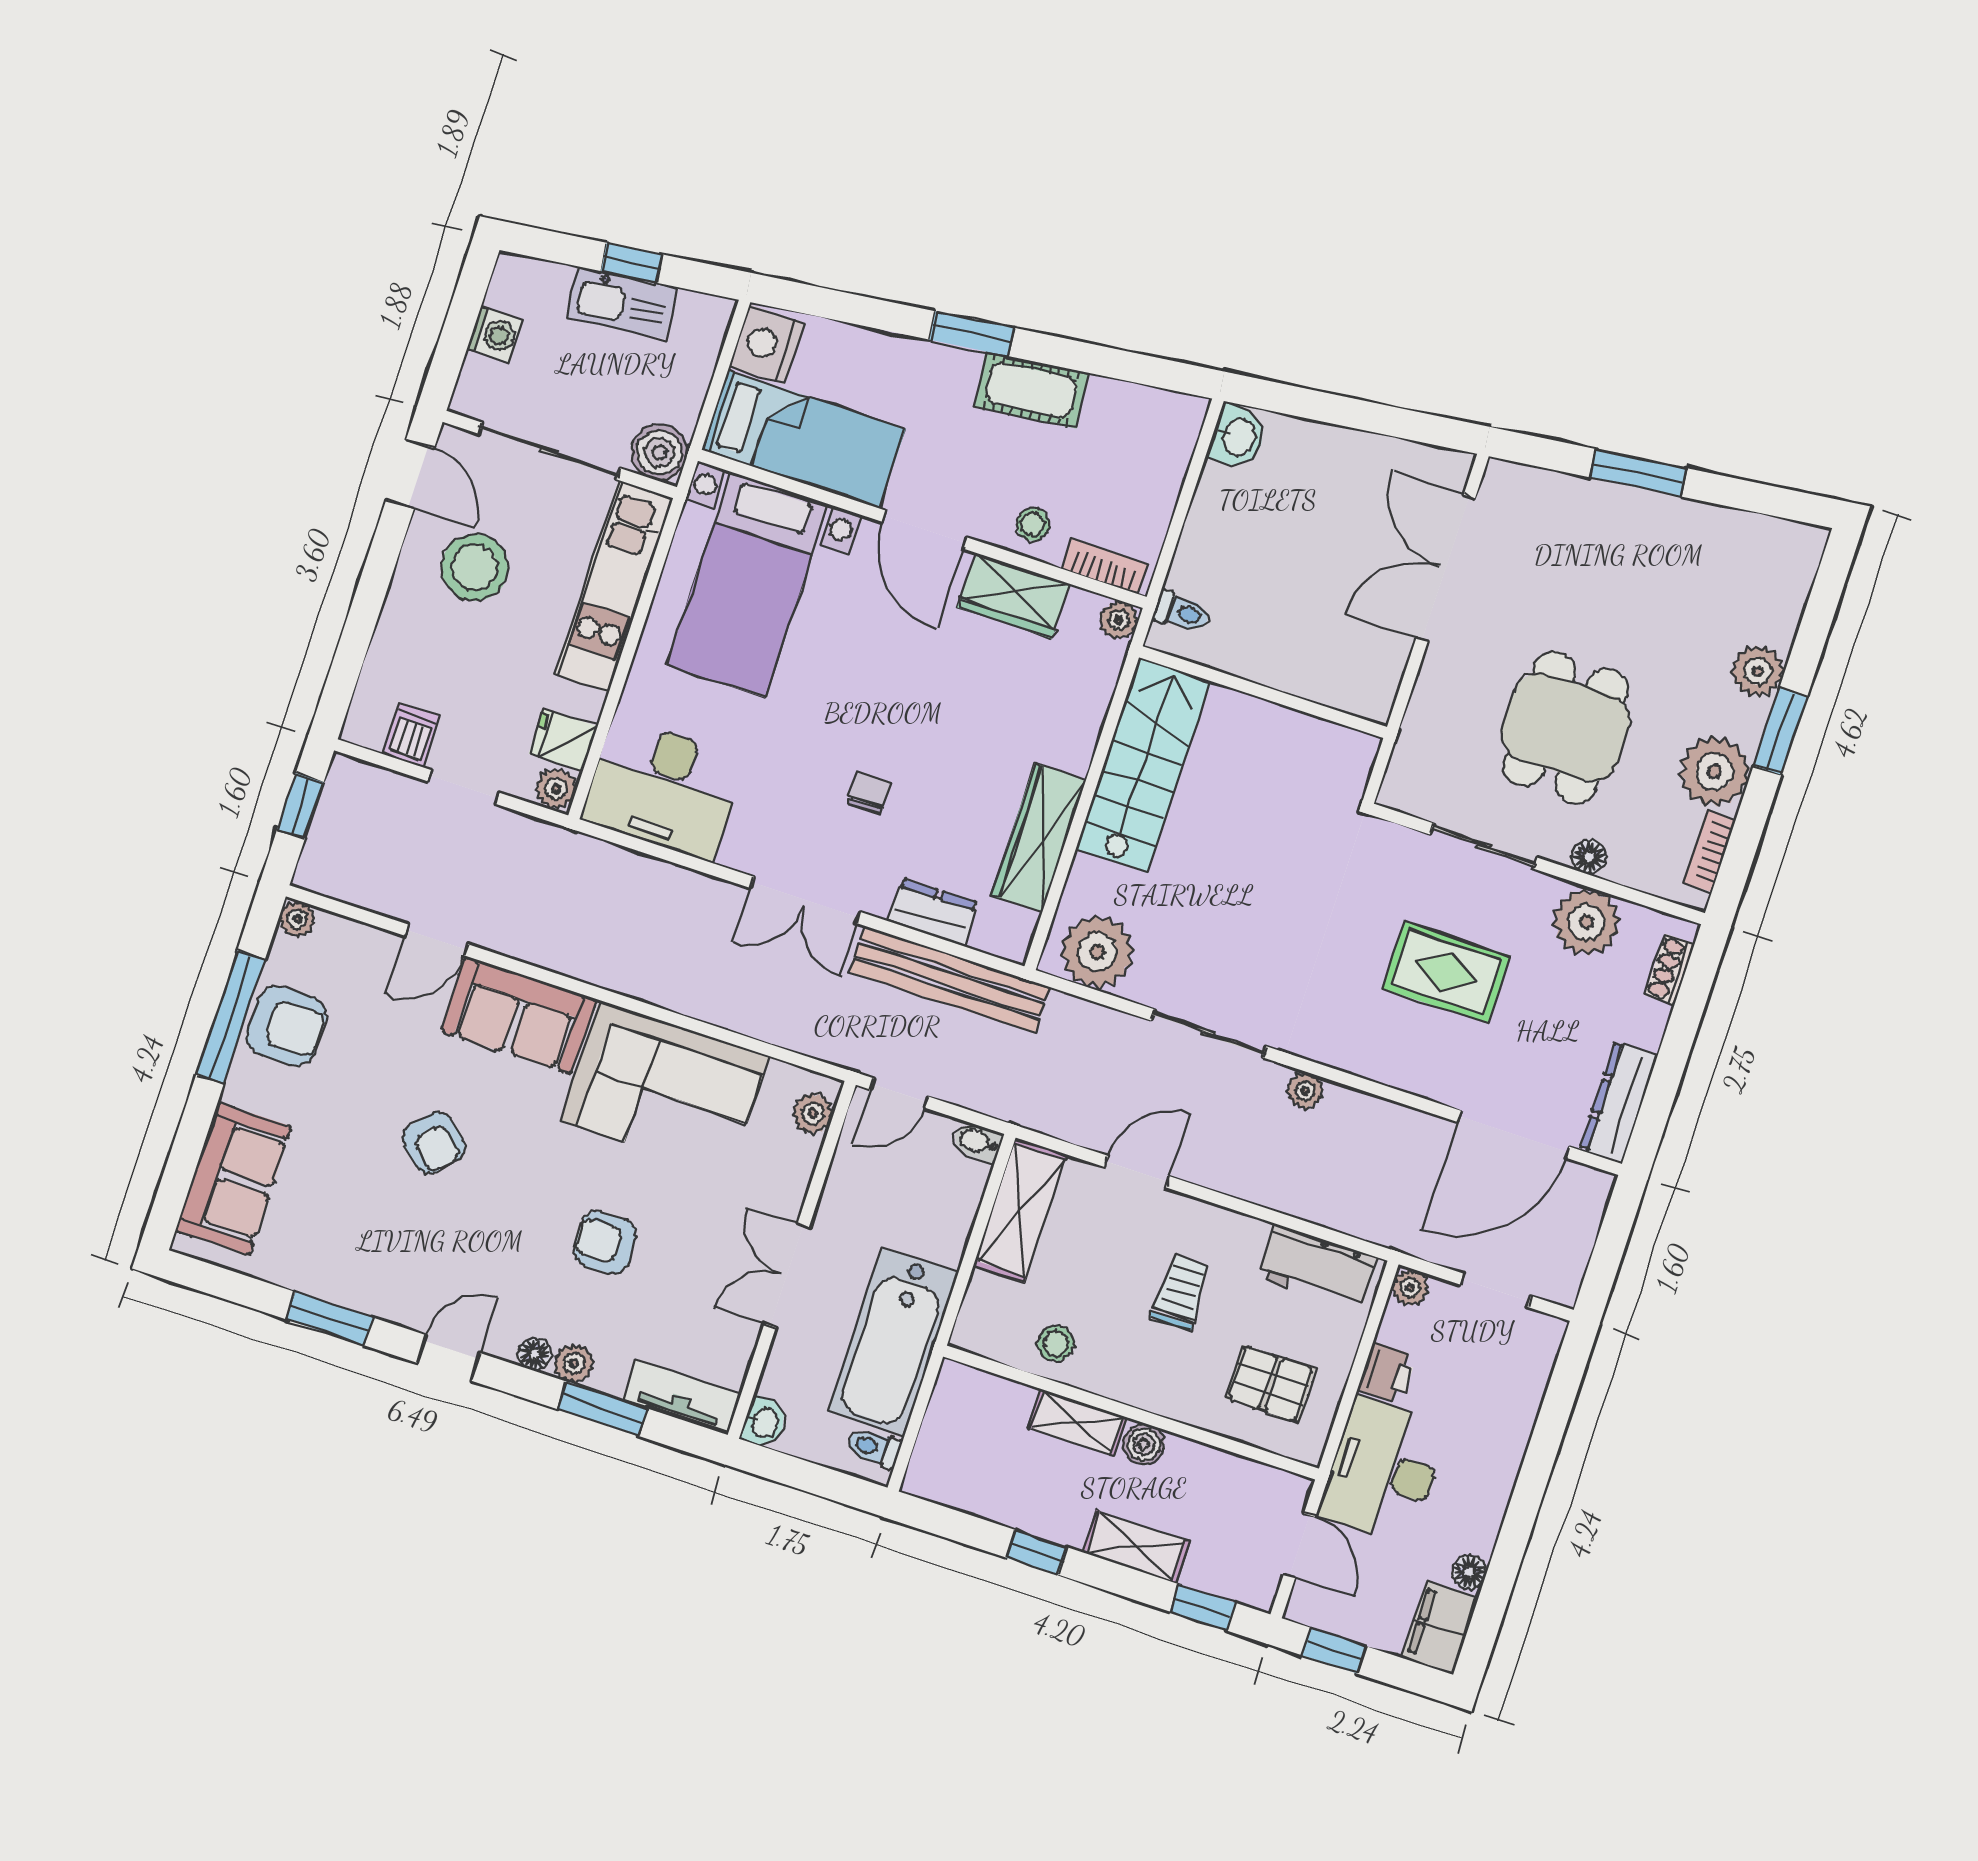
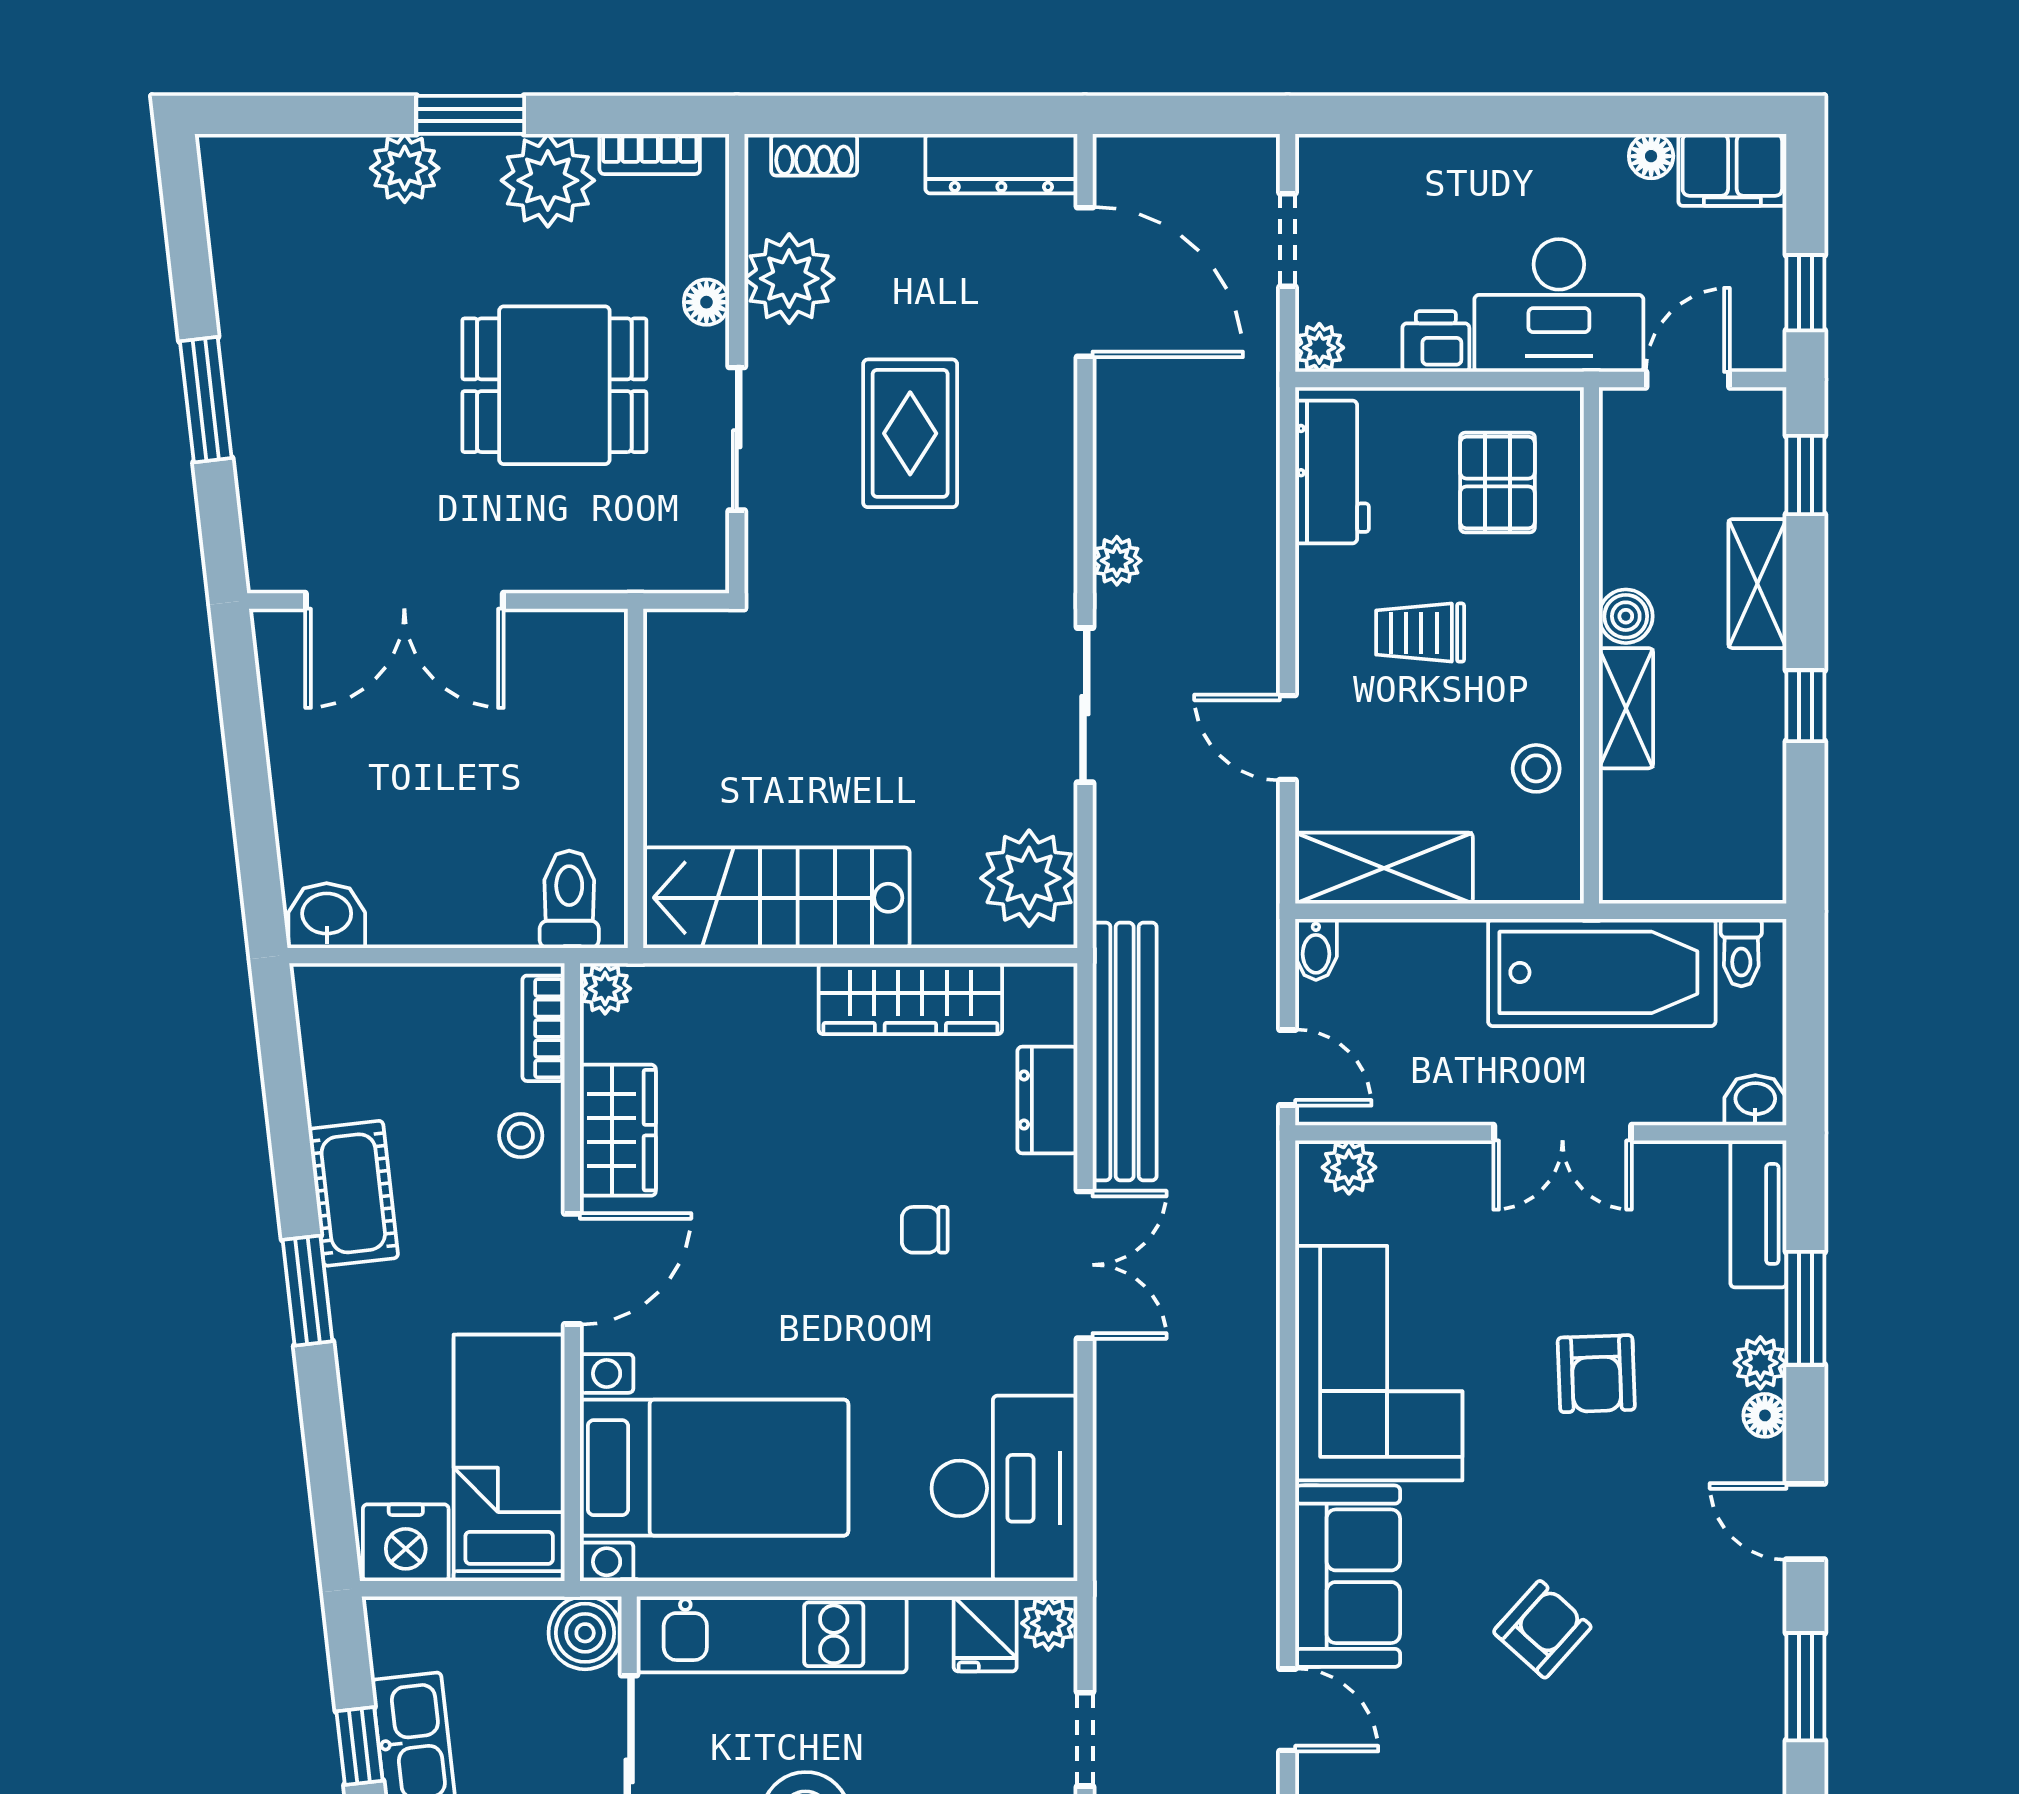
toilet: (1182, 612) -> (569, 899), width x1.37, depth x1.39

